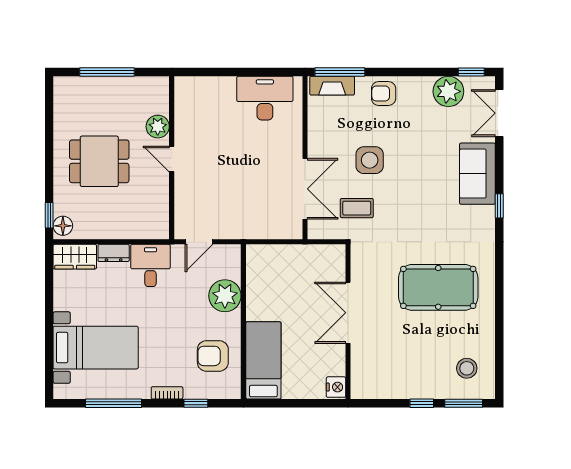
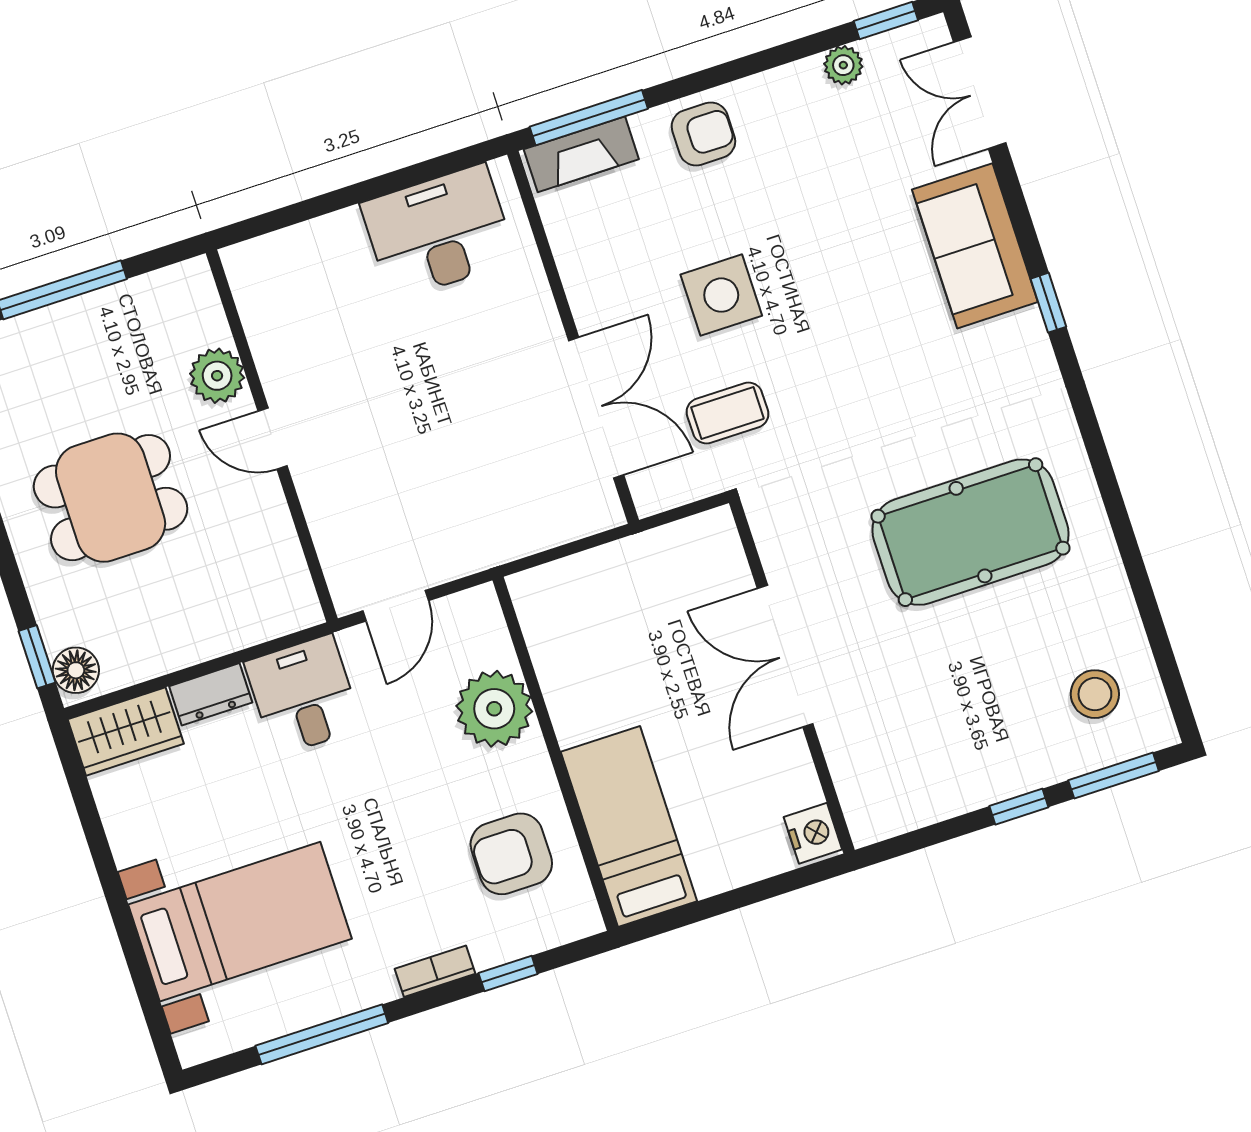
plant: (448, 91) -> (843, 65), width x0.53, depth x0.53
armchair: (384, 93) -> (703, 134), turned 180

